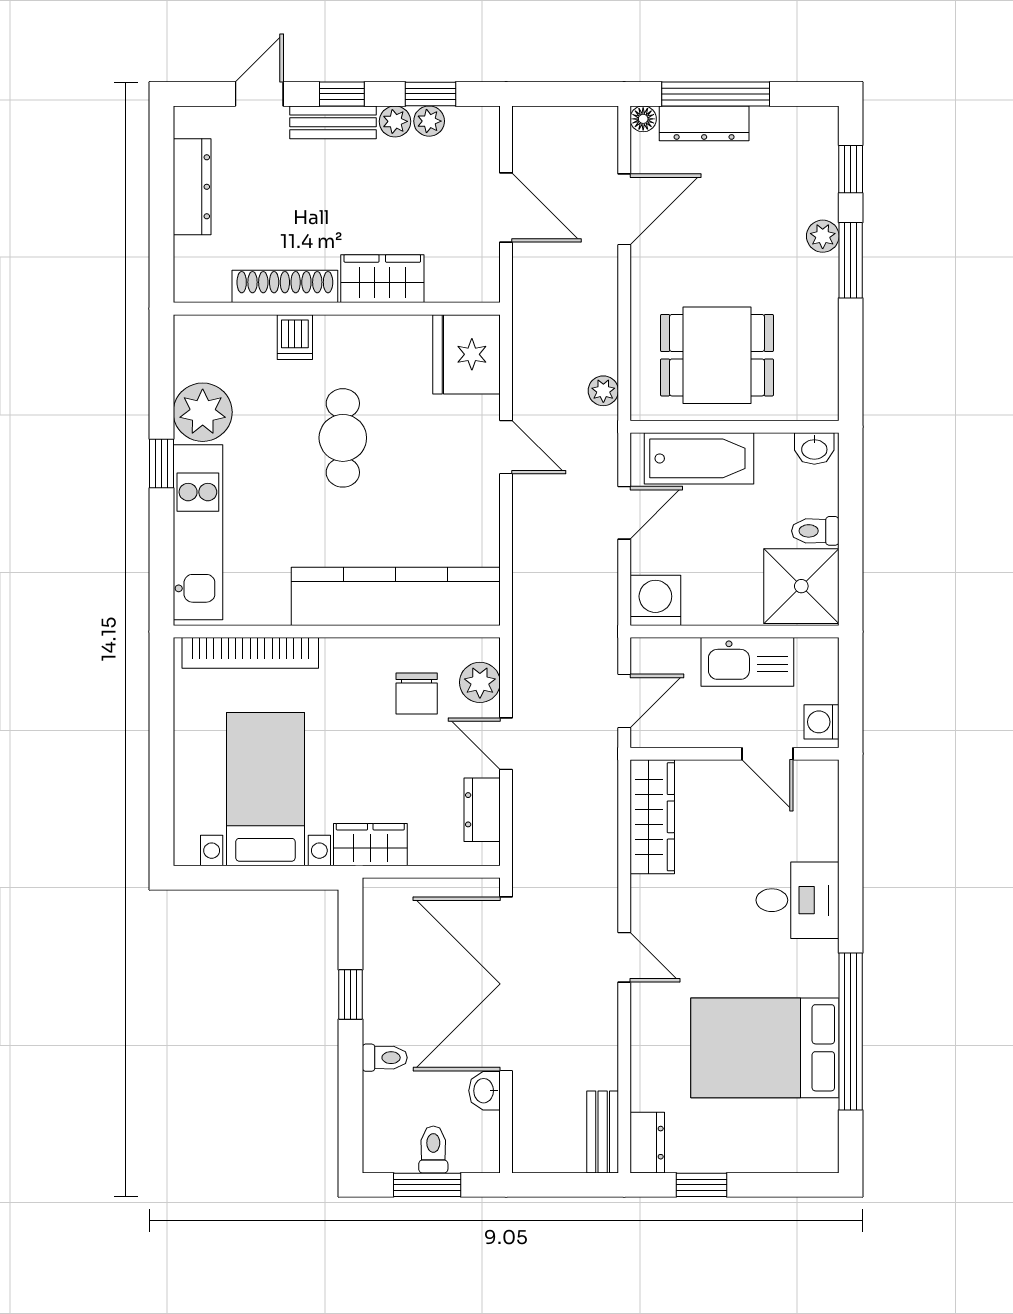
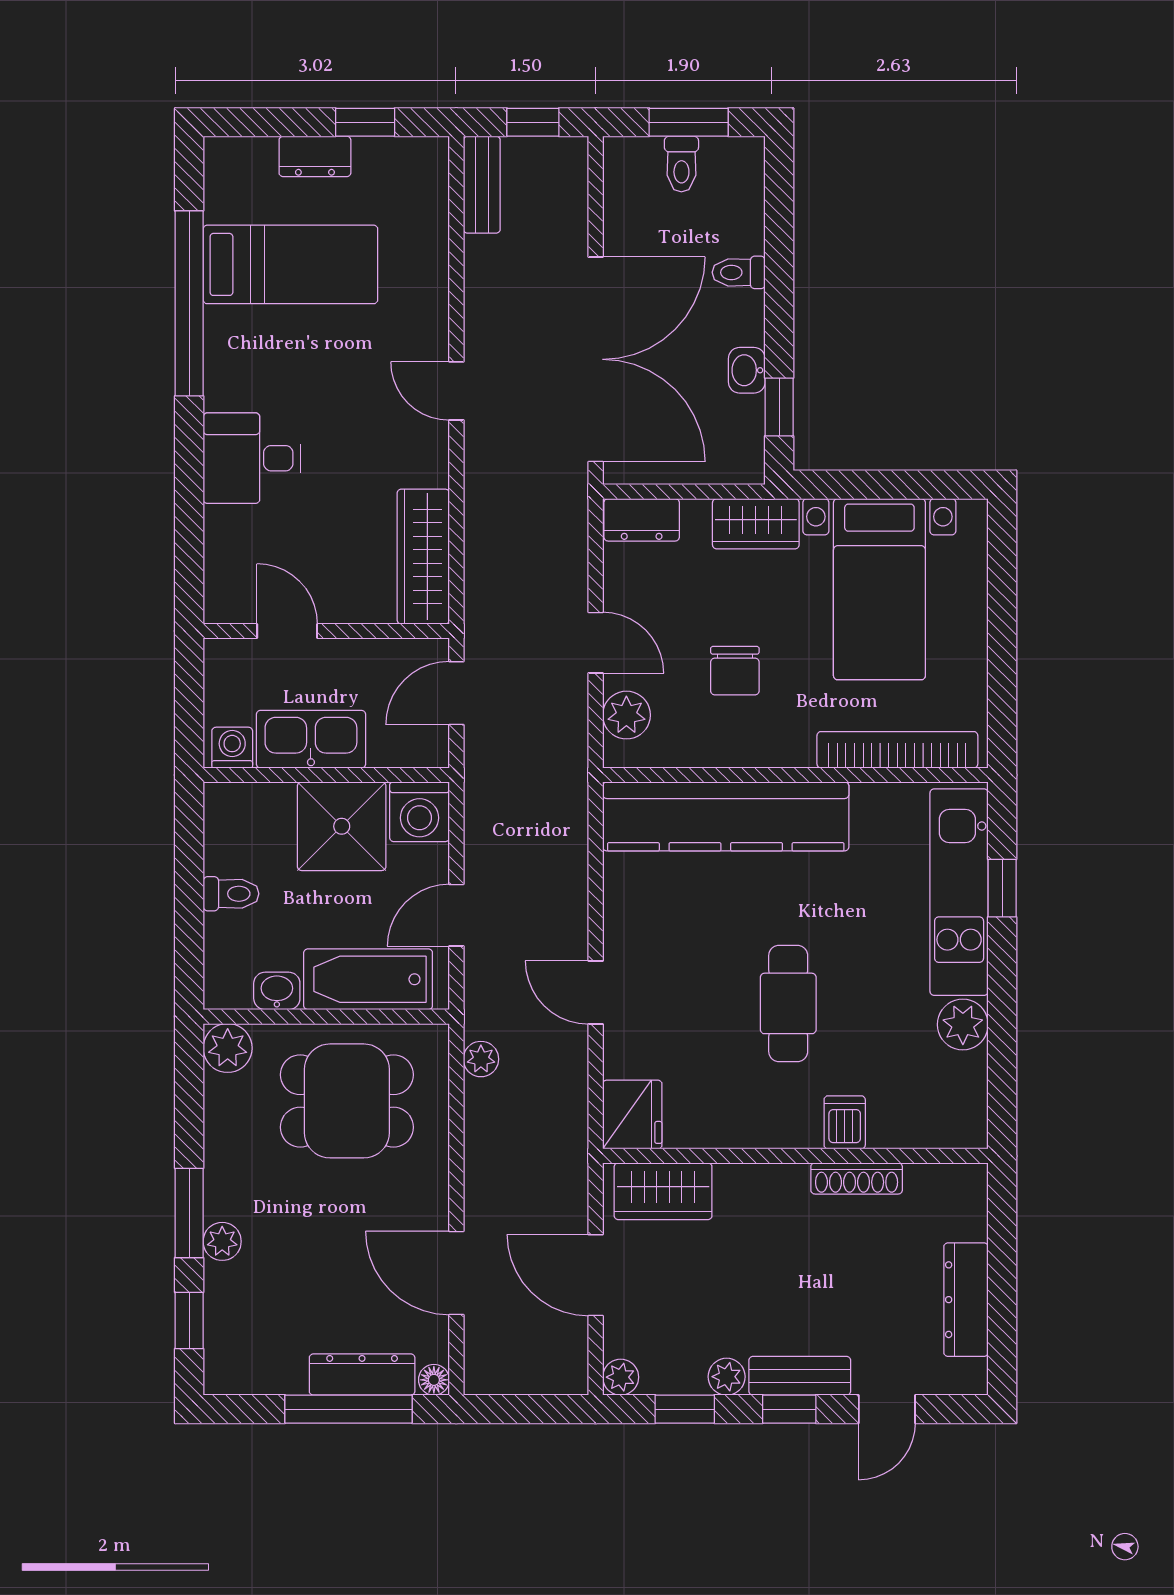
plant: (429, 121) -> (621, 1377), moved
door: (624, 209) -> (456, 1273), hinge flipped
wardrobe: (382, 279) -> (663, 1191), moved
shoe rack: (285, 286) -> (857, 1178), width x0.74, depth x0.81
fridge: (466, 354) -> (632, 1115), width x0.73, depth x0.75
plant: (818, 400) -> (228, 1048), added
plant: (203, 412) -> (963, 1025), width x0.73, depth x0.73
washbasin: (814, 449) -> (277, 991), moved
window: (161, 464) -> (1002, 888), moved
shower: (801, 586) -> (342, 826), moved
chair: (417, 693) -> (735, 671), moved, turned 180
washing machine: (822, 722) -> (232, 748), moved, turned -90
dresser: (482, 810) -> (642, 520), moved, turned 90
window: (350, 995) -> (779, 407), moved
bed: (765, 1048) -> (290, 264), width x0.67
washbasin: (485, 1091) -> (747, 370), moved, turned 180
dresser: (647, 1143) -> (315, 156), moved, turned -90
window: (559, 1185) -> (533, 122), added

